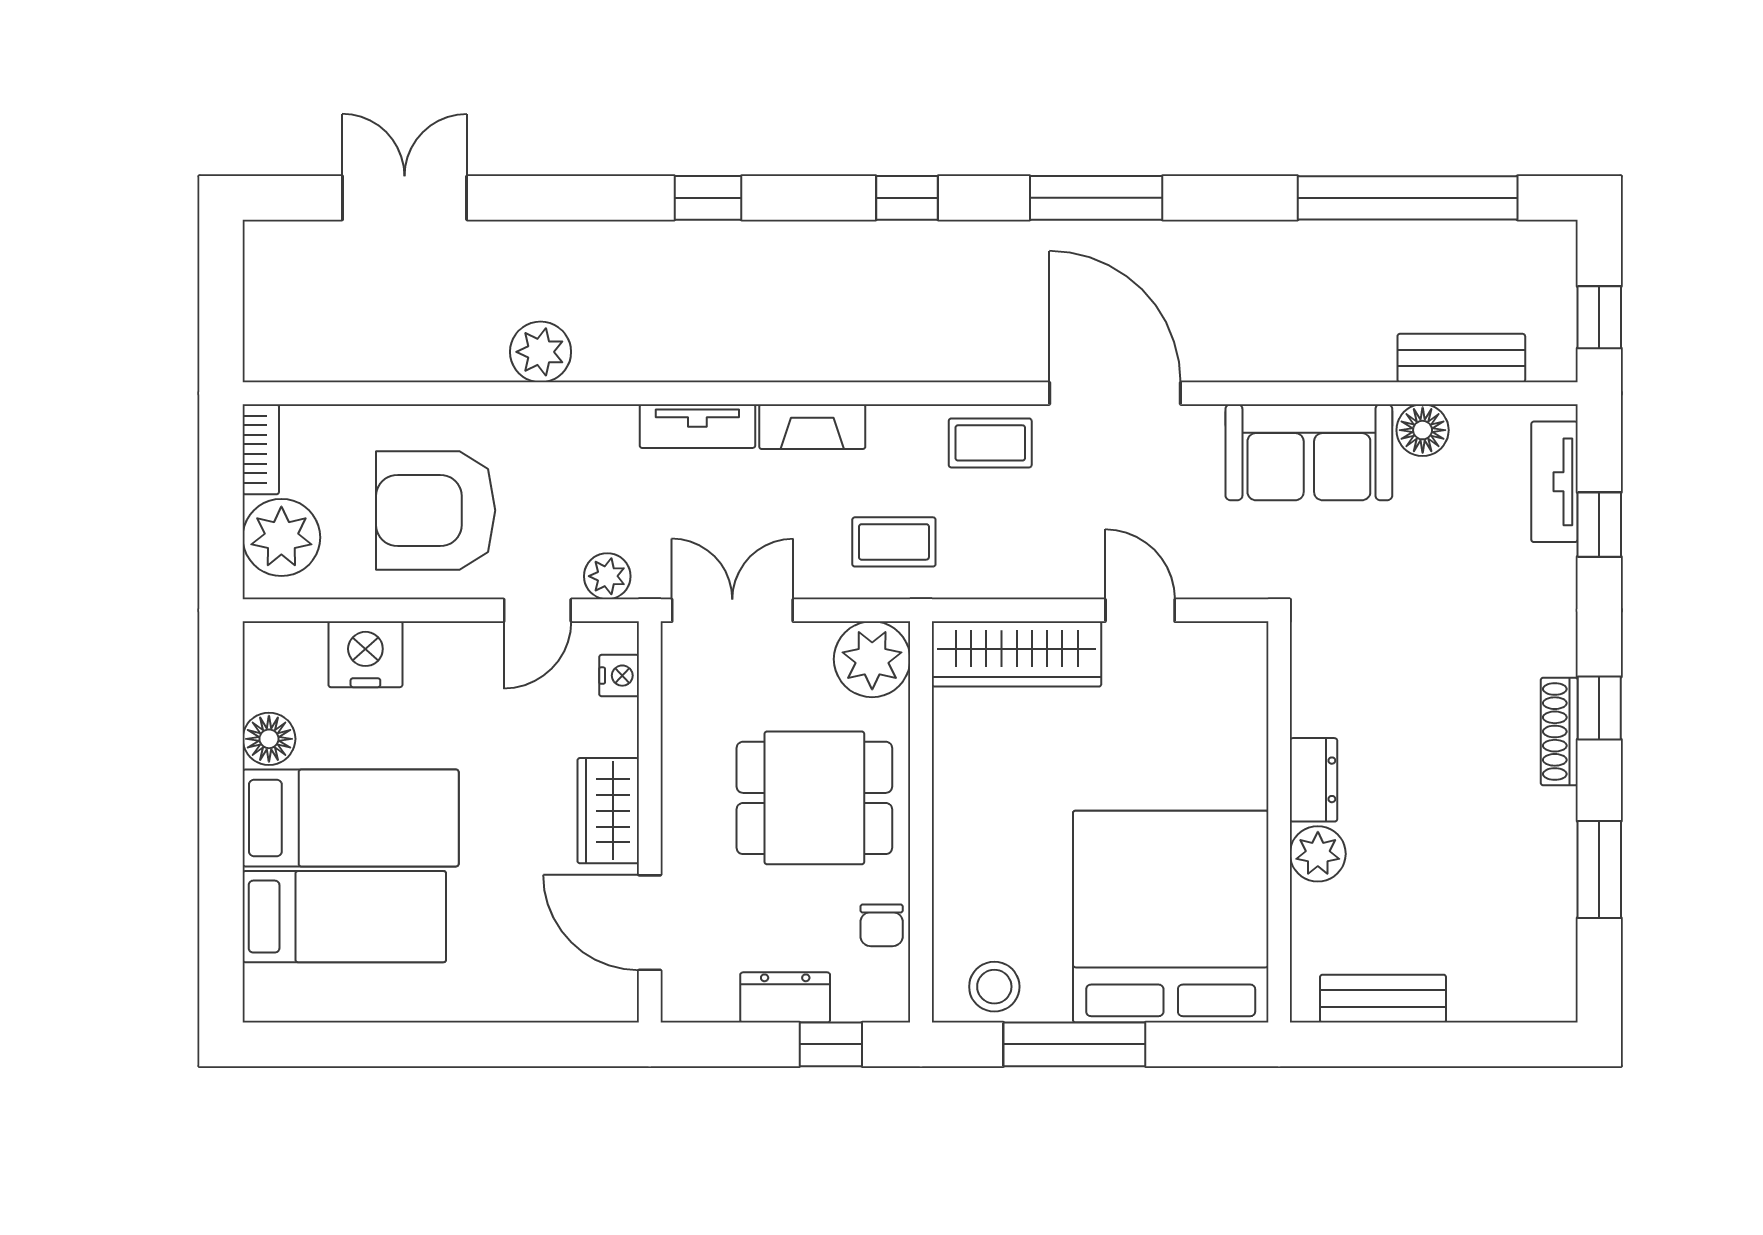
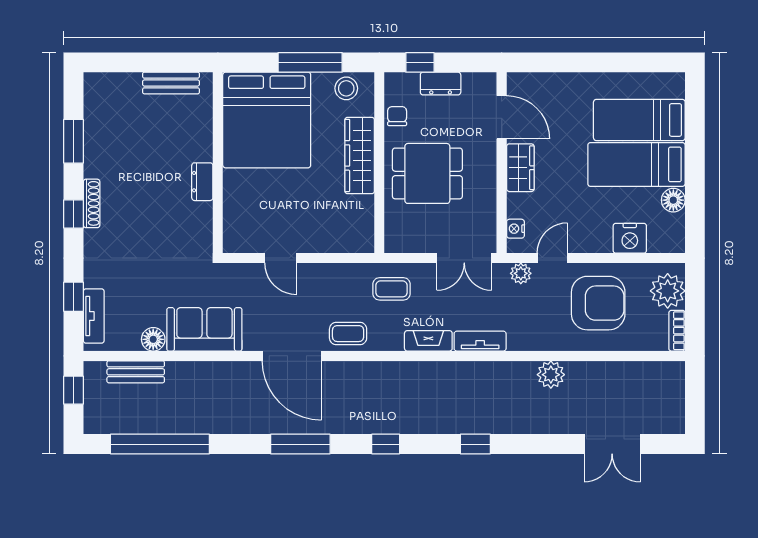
wardrobe: (1017, 654) -> (360, 155), moved, turned -90
plant: (872, 659) -> (401, 236), removed
plant: (1318, 854) -> (200, 148), removed

